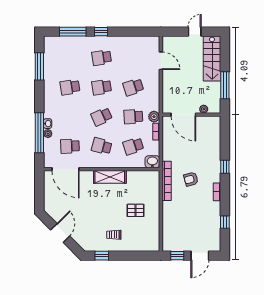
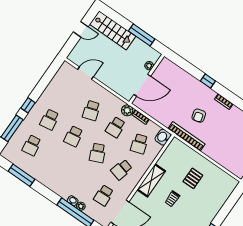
door: (195, 32) -> (81, 29), swing flipped
school desk: (70, 87) -> (32, 145), moved
trolley: (114, 235) -> (172, 199), moved

